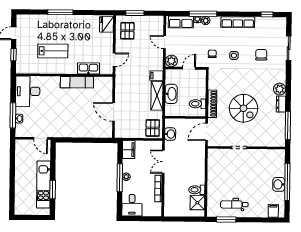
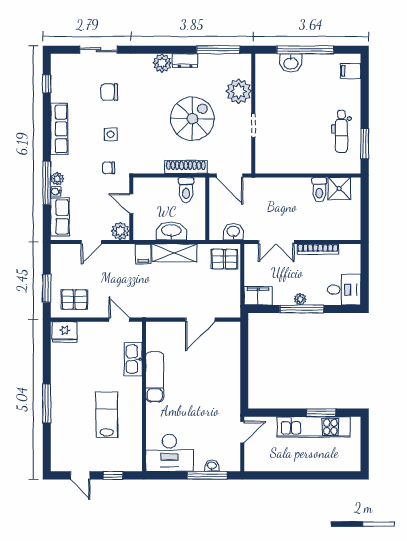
plant: (261, 138) -> (239, 91), added
washbasin: (279, 184) -> (291, 63), moved

